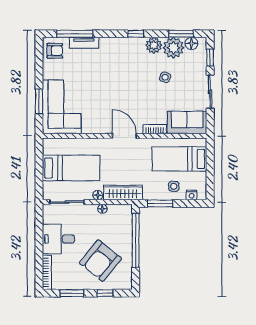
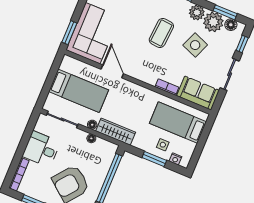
side table: (165, 77) -> (195, 45), width x1.87, depth x1.87
coffee table: (128, 79) -> (161, 33), added
window: (39, 101) -> (69, 33), moved
door: (124, 136) -> (112, 71), moved
window: (160, 203) -> (154, 159), moved

